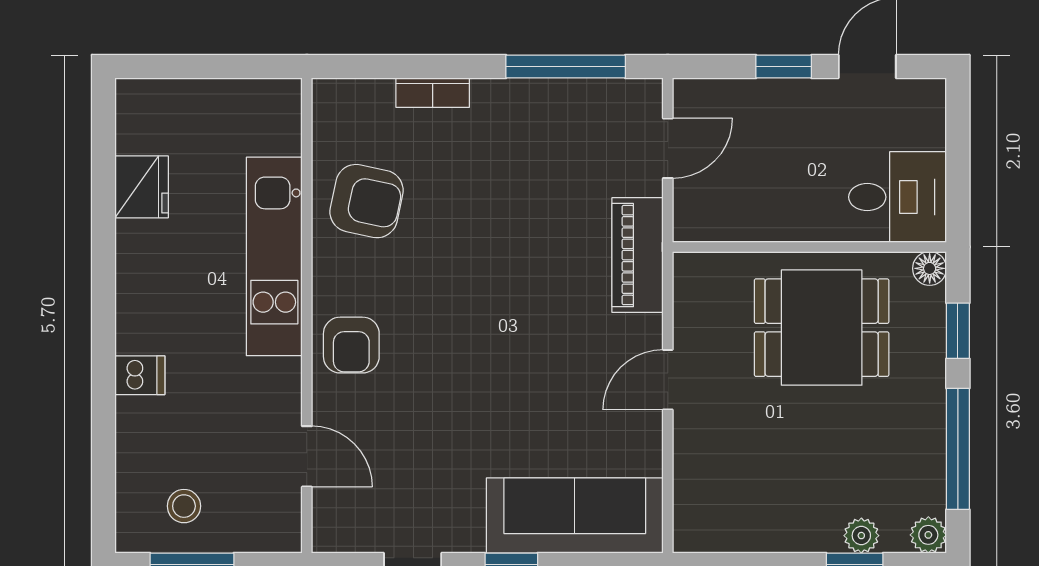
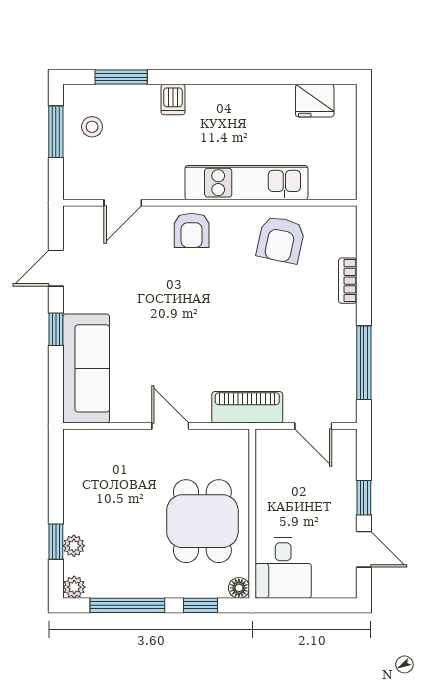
fridge: (142, 187) -> (315, 101), moved
armchair: (351, 345) -> (192, 230), turned -90
window: (103, 459) -> (121, 77), added

